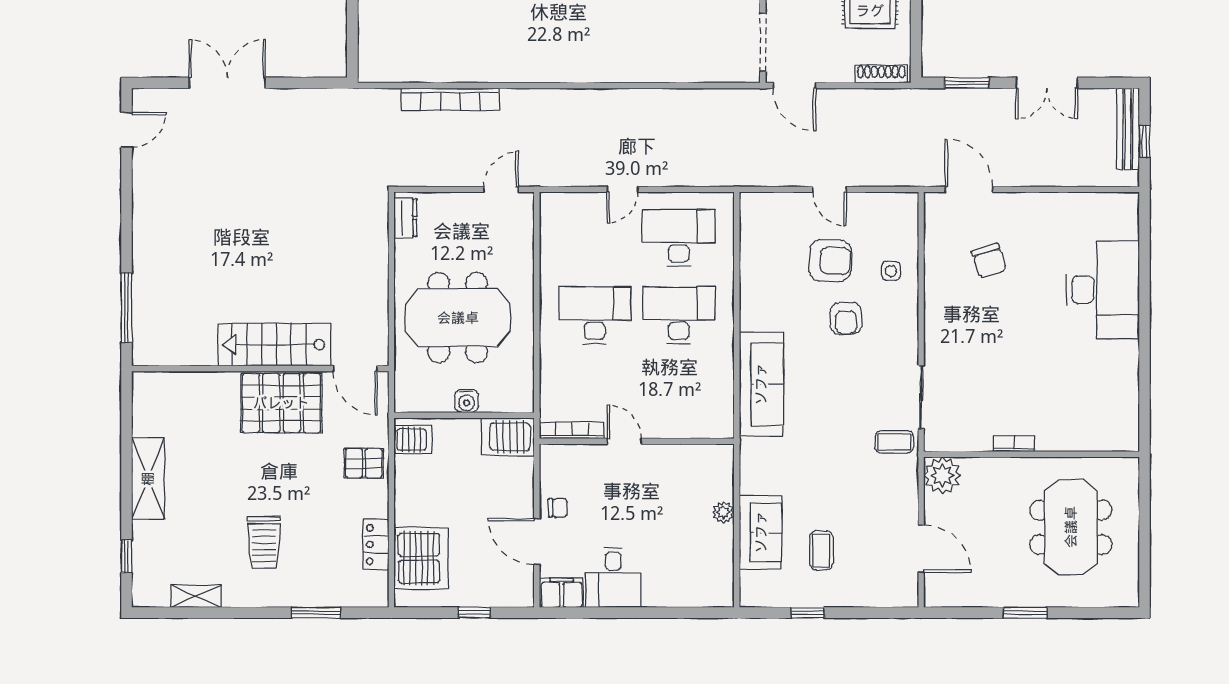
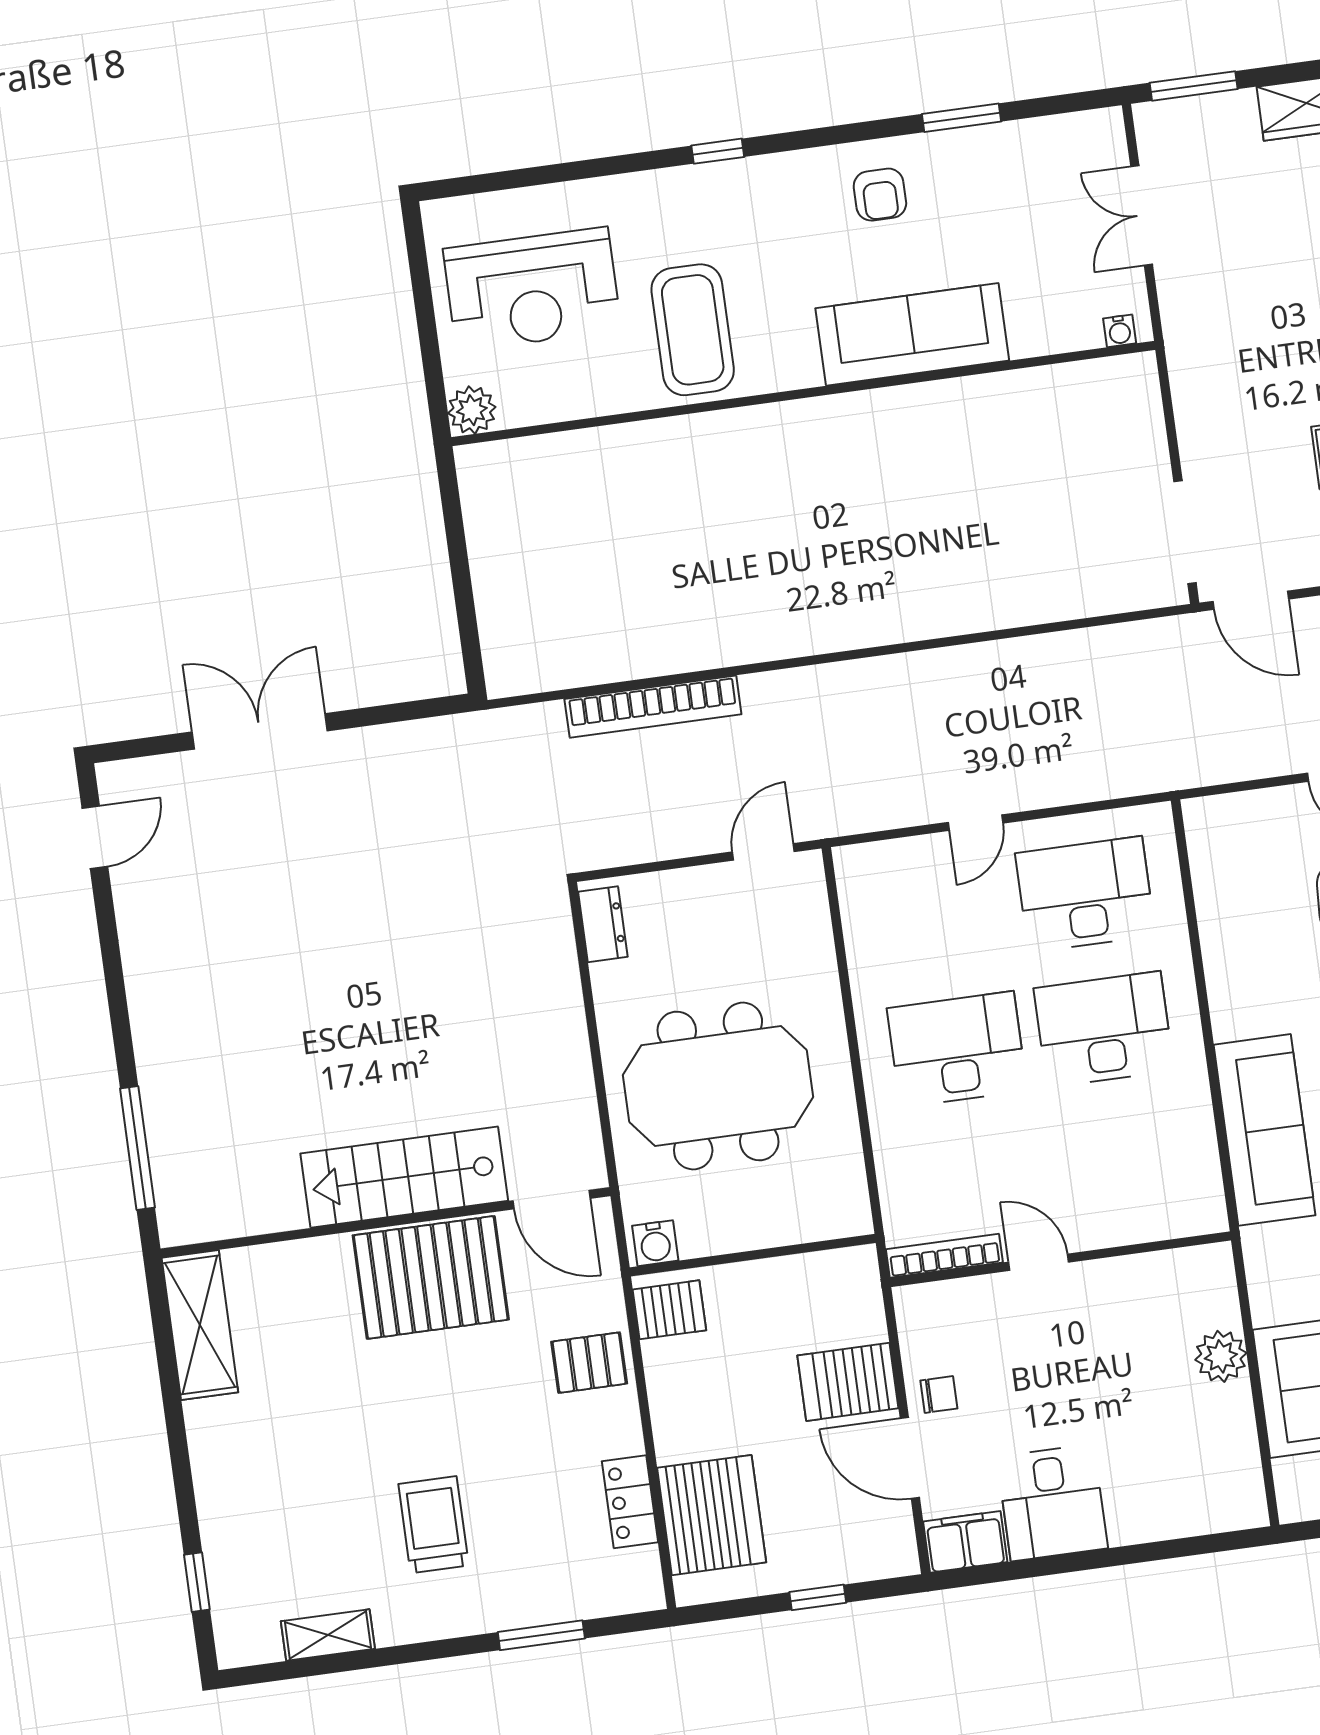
water cooler: (467, 401) -> (655, 1243), moved
server rack: (508, 437) -> (848, 1382), moved
shelving: (148, 479) -> (200, 1325), moved
plant: (723, 512) -> (1221, 1356), width x1.38, depth x1.38
trolley: (264, 542) -> (434, 1525), turned 180

